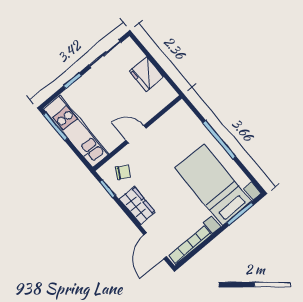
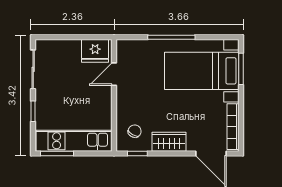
fridge: (146, 74) -> (95, 51), moved
door: (136, 134) -> (114, 74), moved

